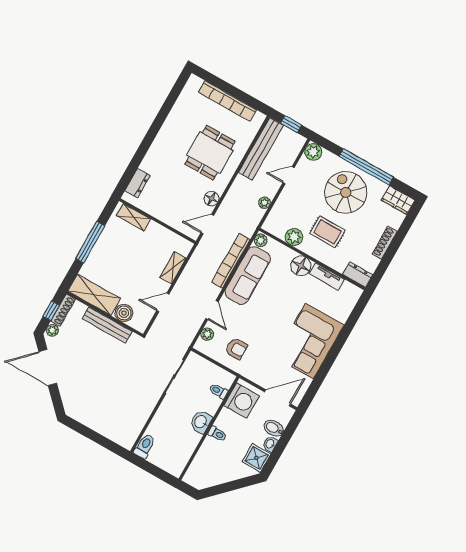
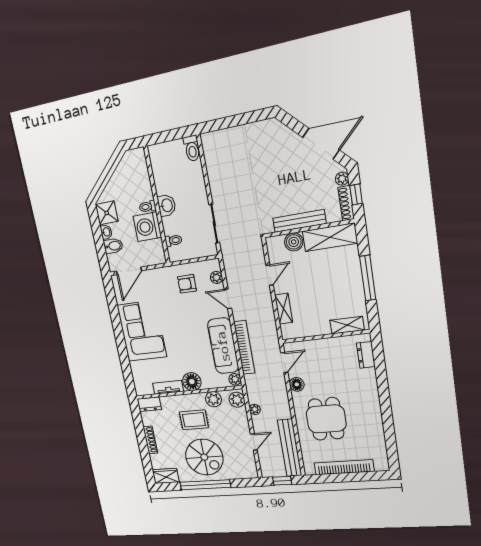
plant: (313, 152) -> (237, 400), moved
washing machine: (241, 401) -> (147, 227), moved

